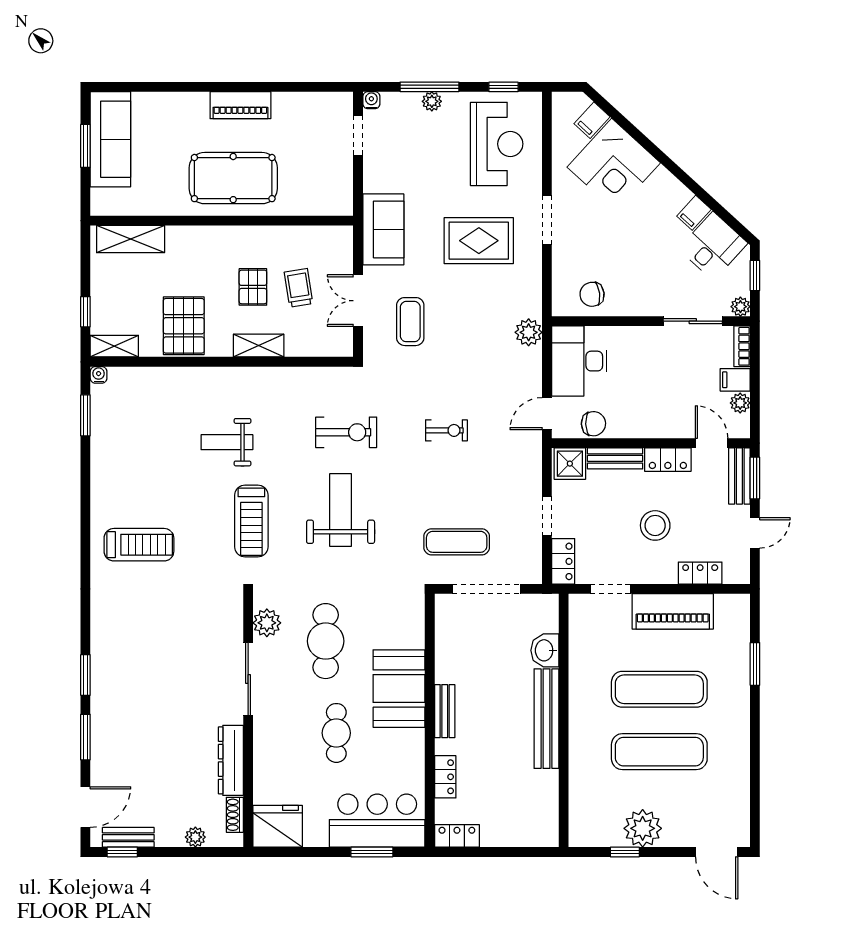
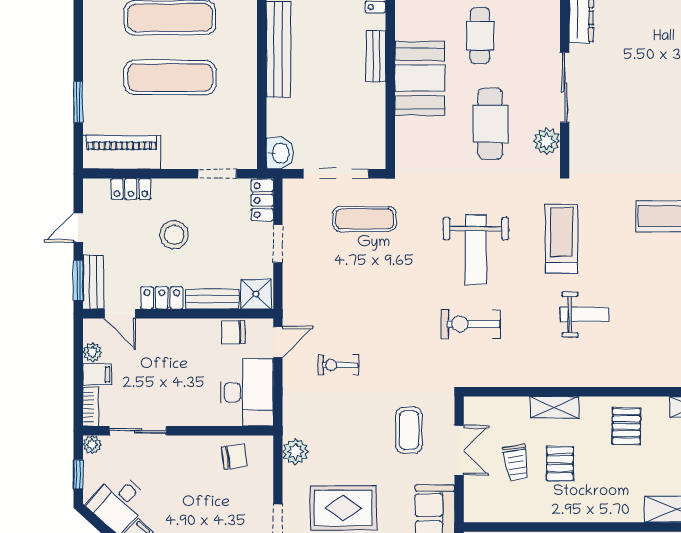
pallet: (184, 326) -> (626, 426), width x0.67, depth x0.71
plant: (529, 332) -> (295, 451), moved
exercise bike: (446, 430) -> (338, 365), moved
piano: (673, 611) -> (122, 152), moved
washbasin: (545, 650) -> (280, 153), moved

